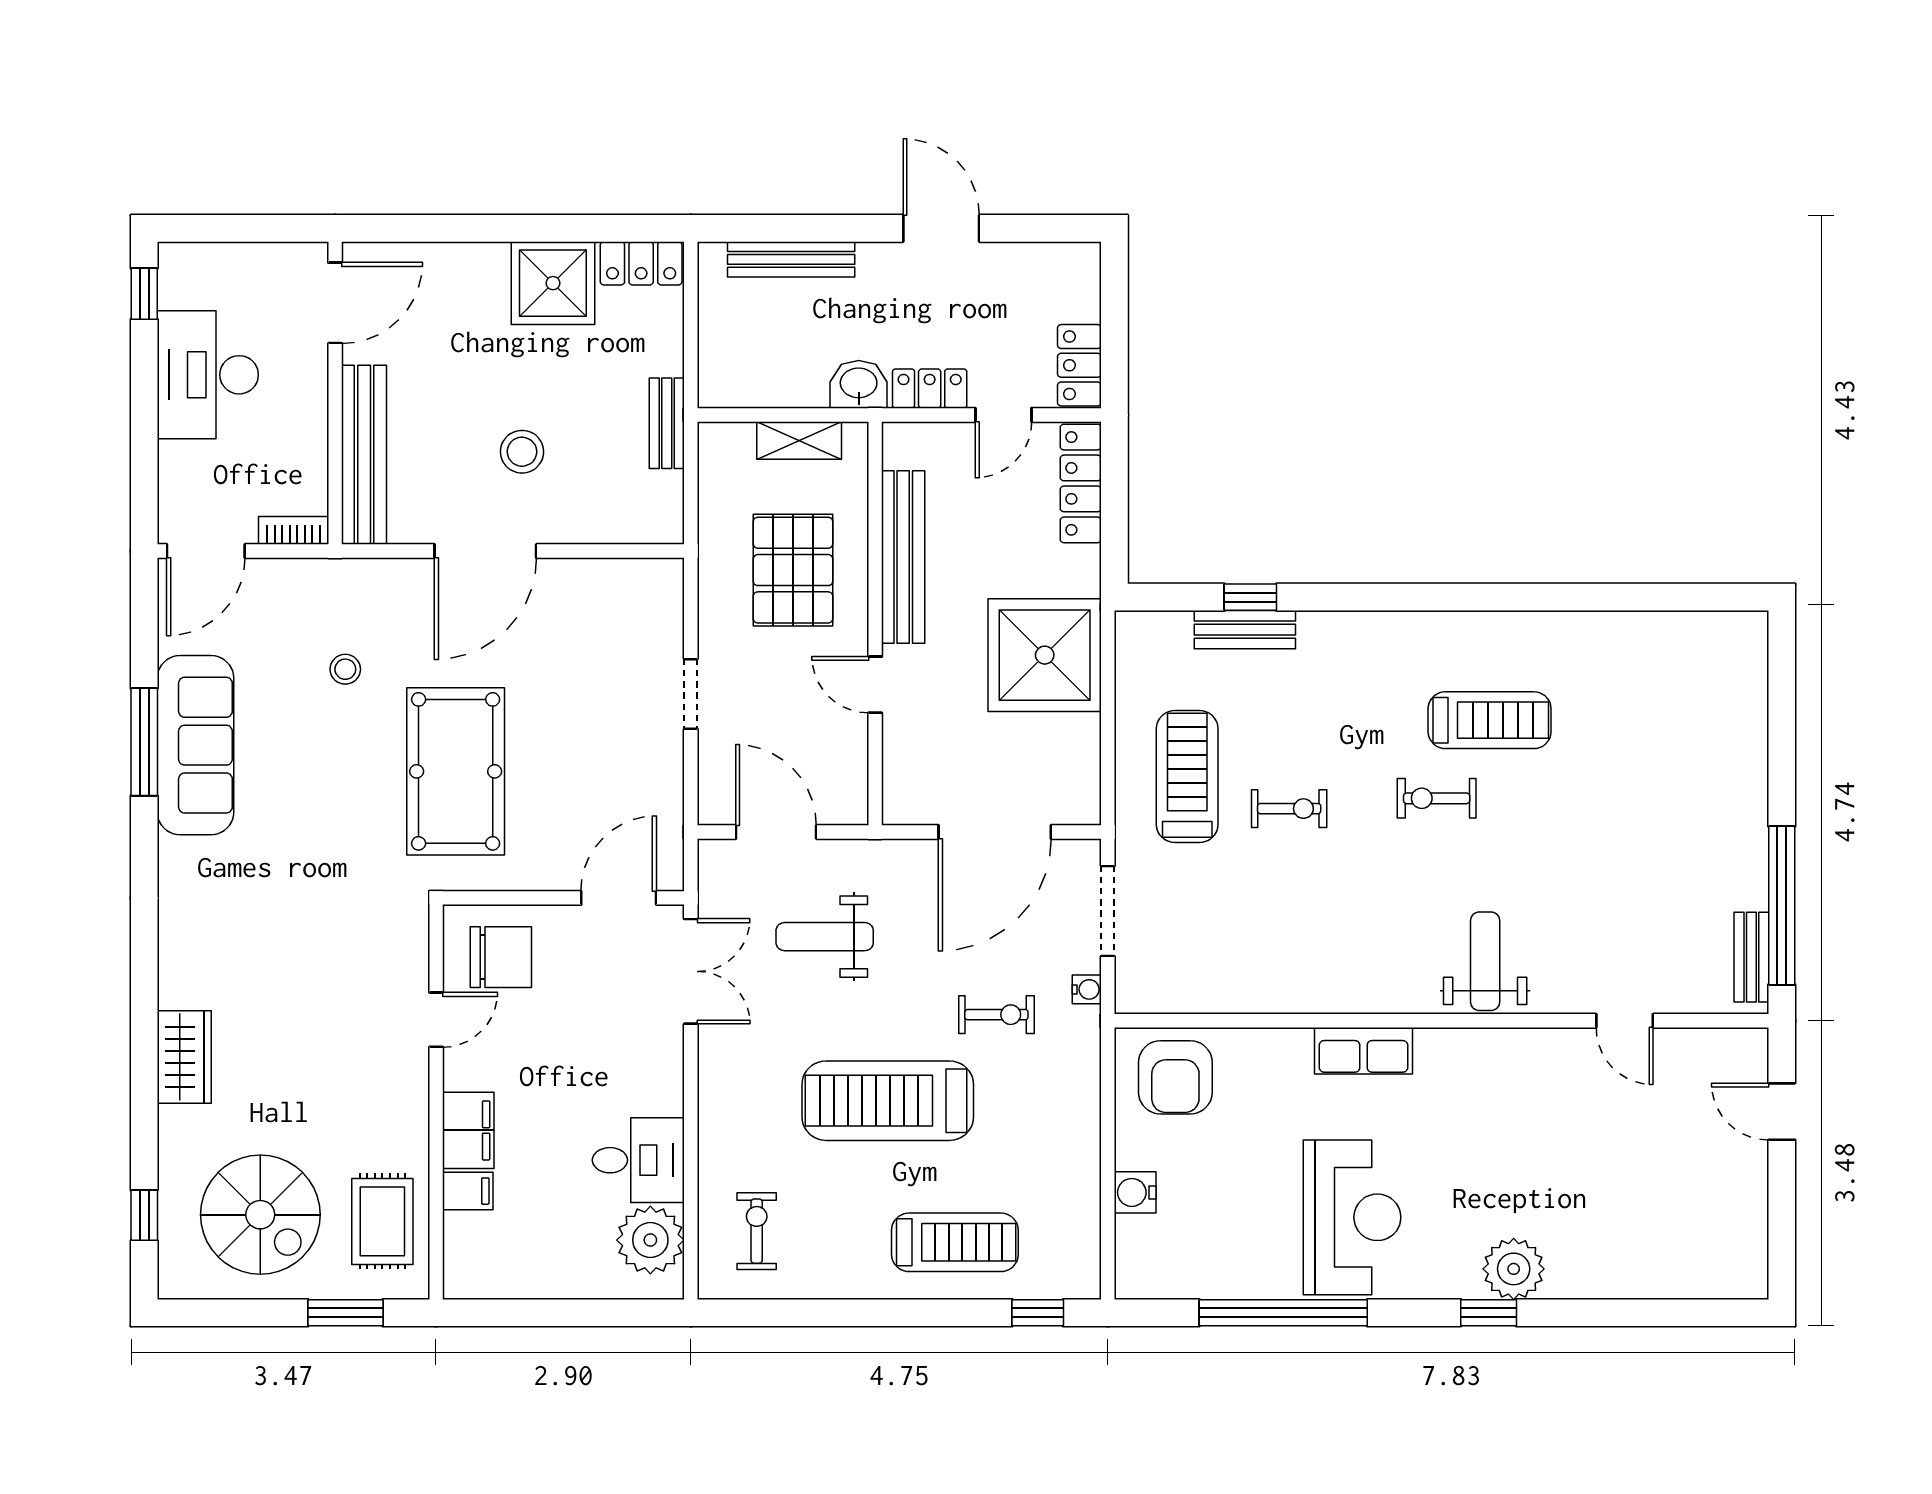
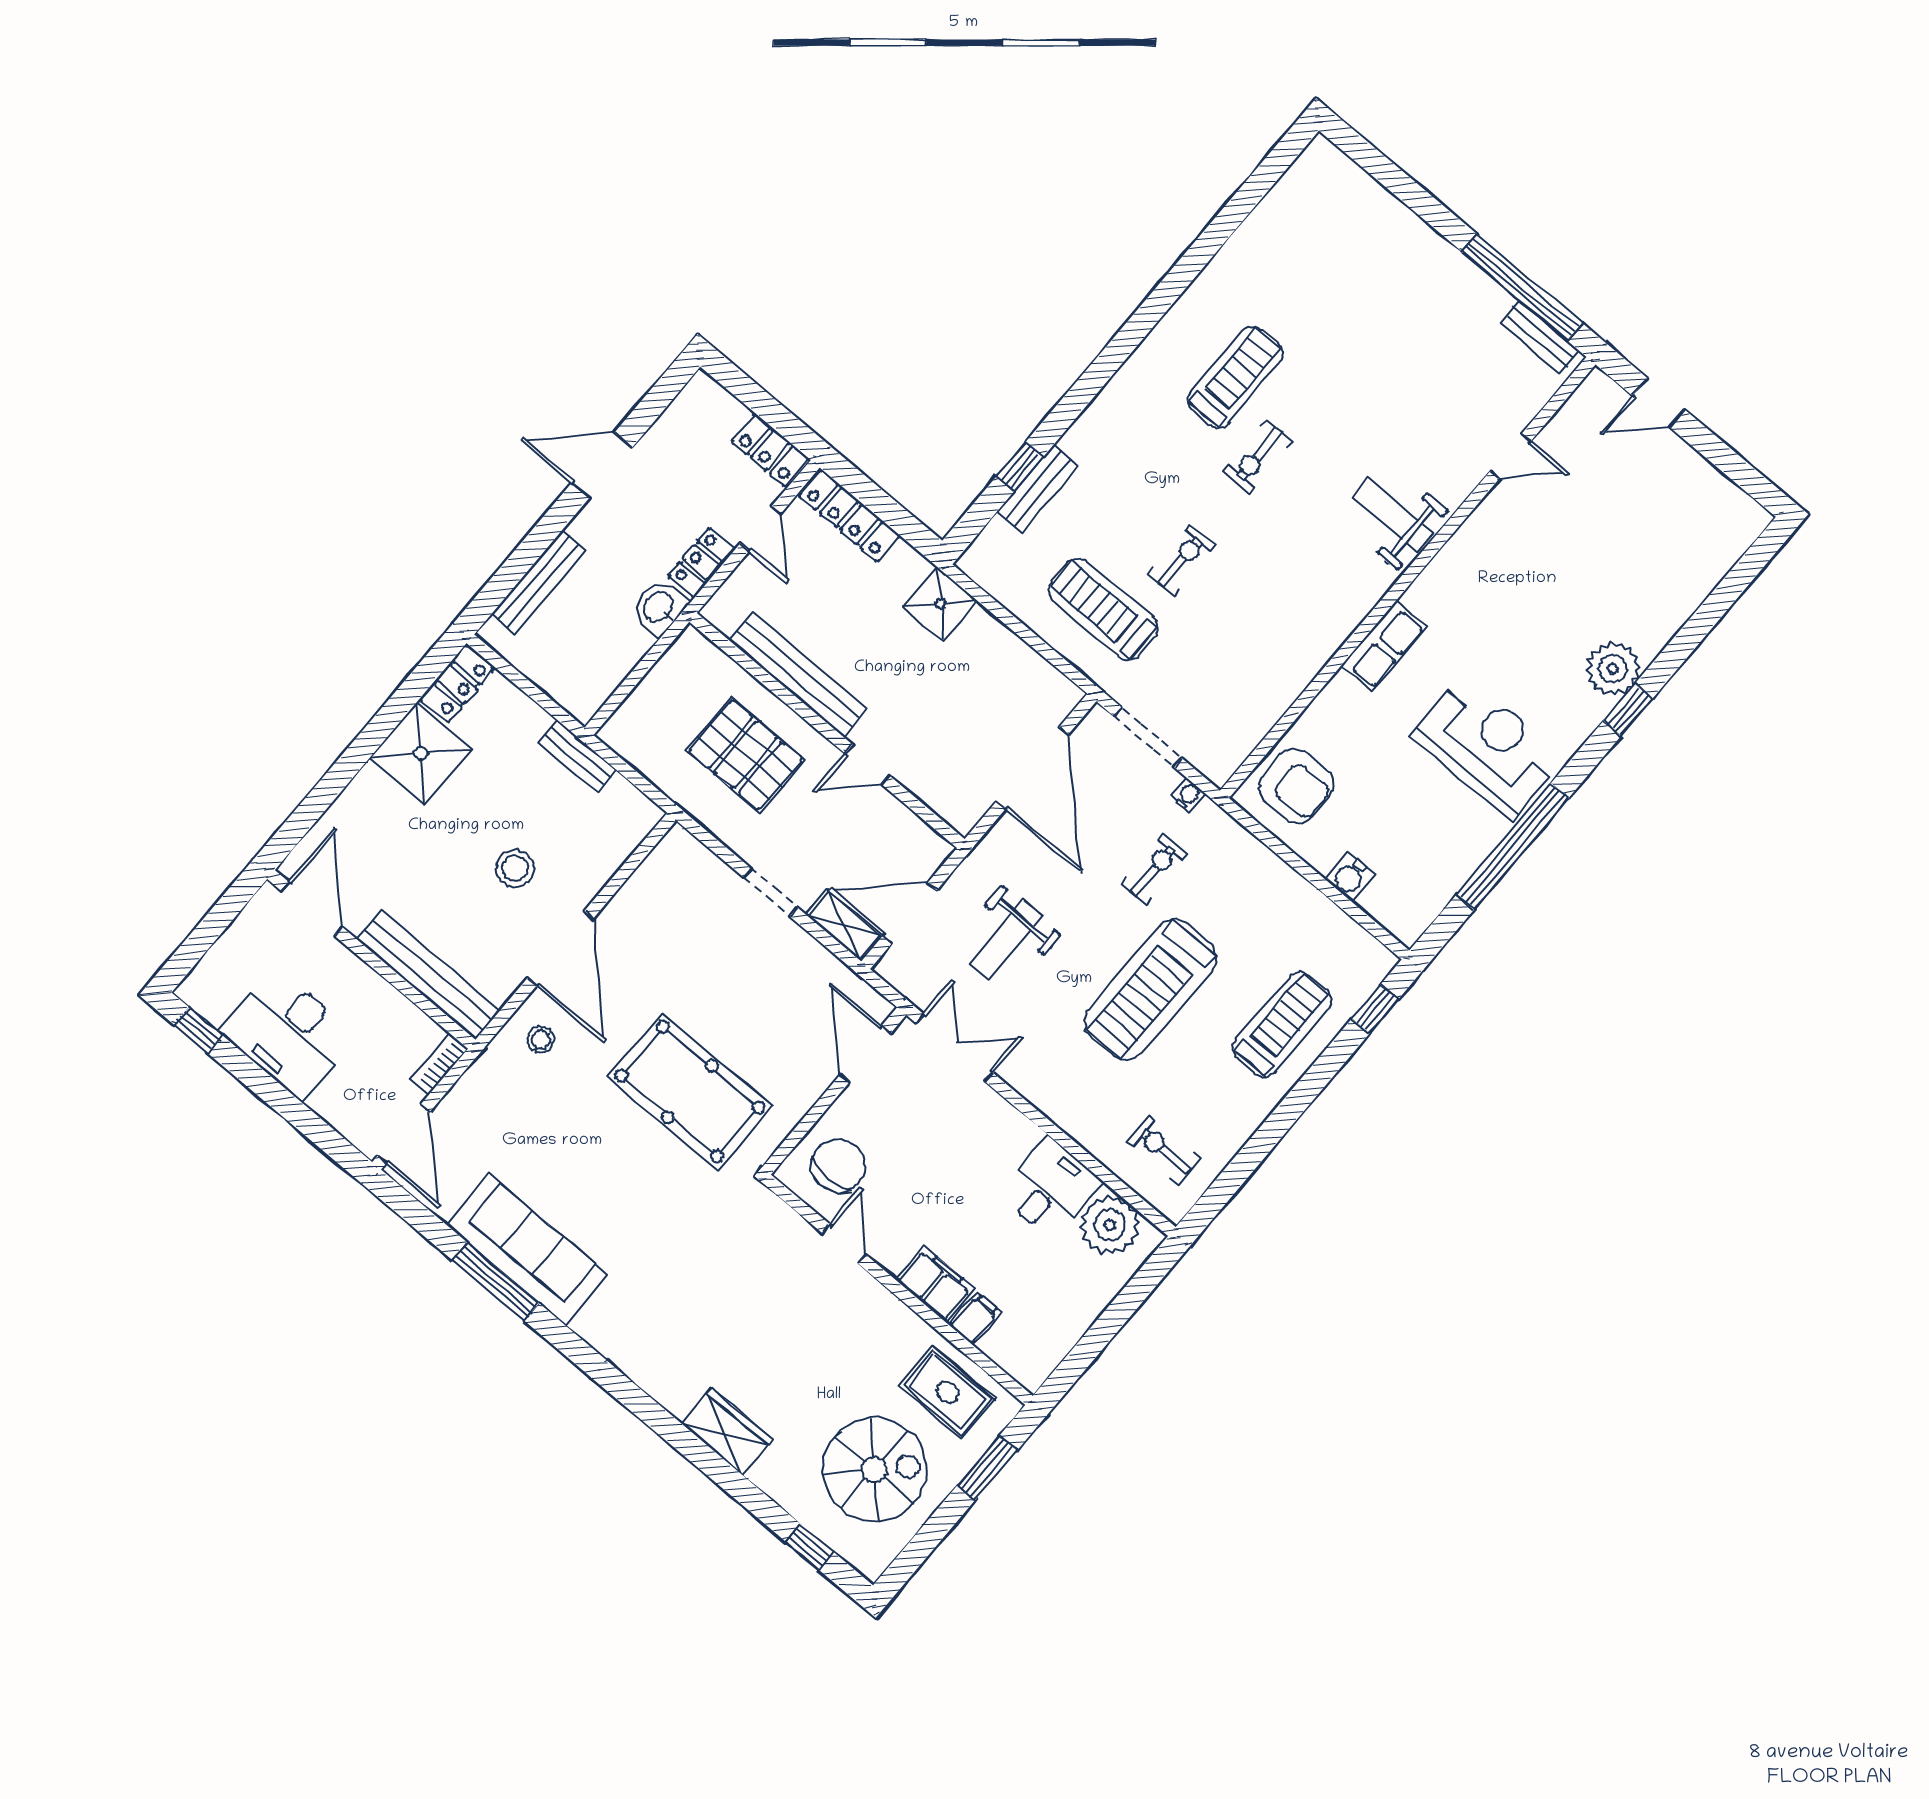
shelving: (799, 441) -> (844, 925), moved, turned 90
shower: (1045, 655) -> (940, 604), width x0.54, depth x0.54
stool: (345, 669) -> (541, 1039), moved

